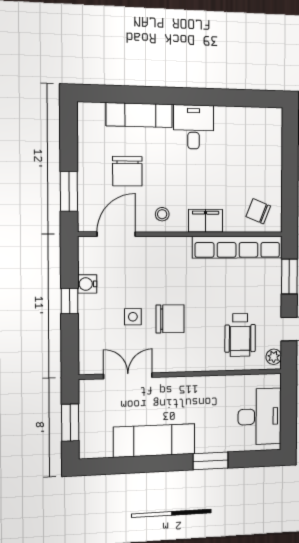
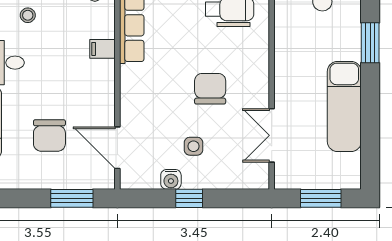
chair: (127, 171) -> (49, 135), turned 90
stool: (162, 214) -> (28, 15), moved
filing cabinet: (206, 221) -> (102, 49), width x0.50
side table: (133, 317) -> (193, 146), moved

